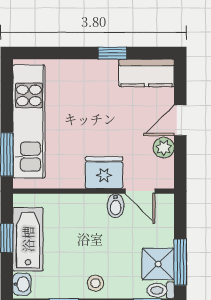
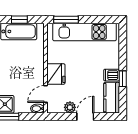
dishwasher: (106, 73) -> (112, 75), added
door: (180, 120) -> (85, 117), hinge flipped
bidet: (116, 206) -> (37, 109), moved

